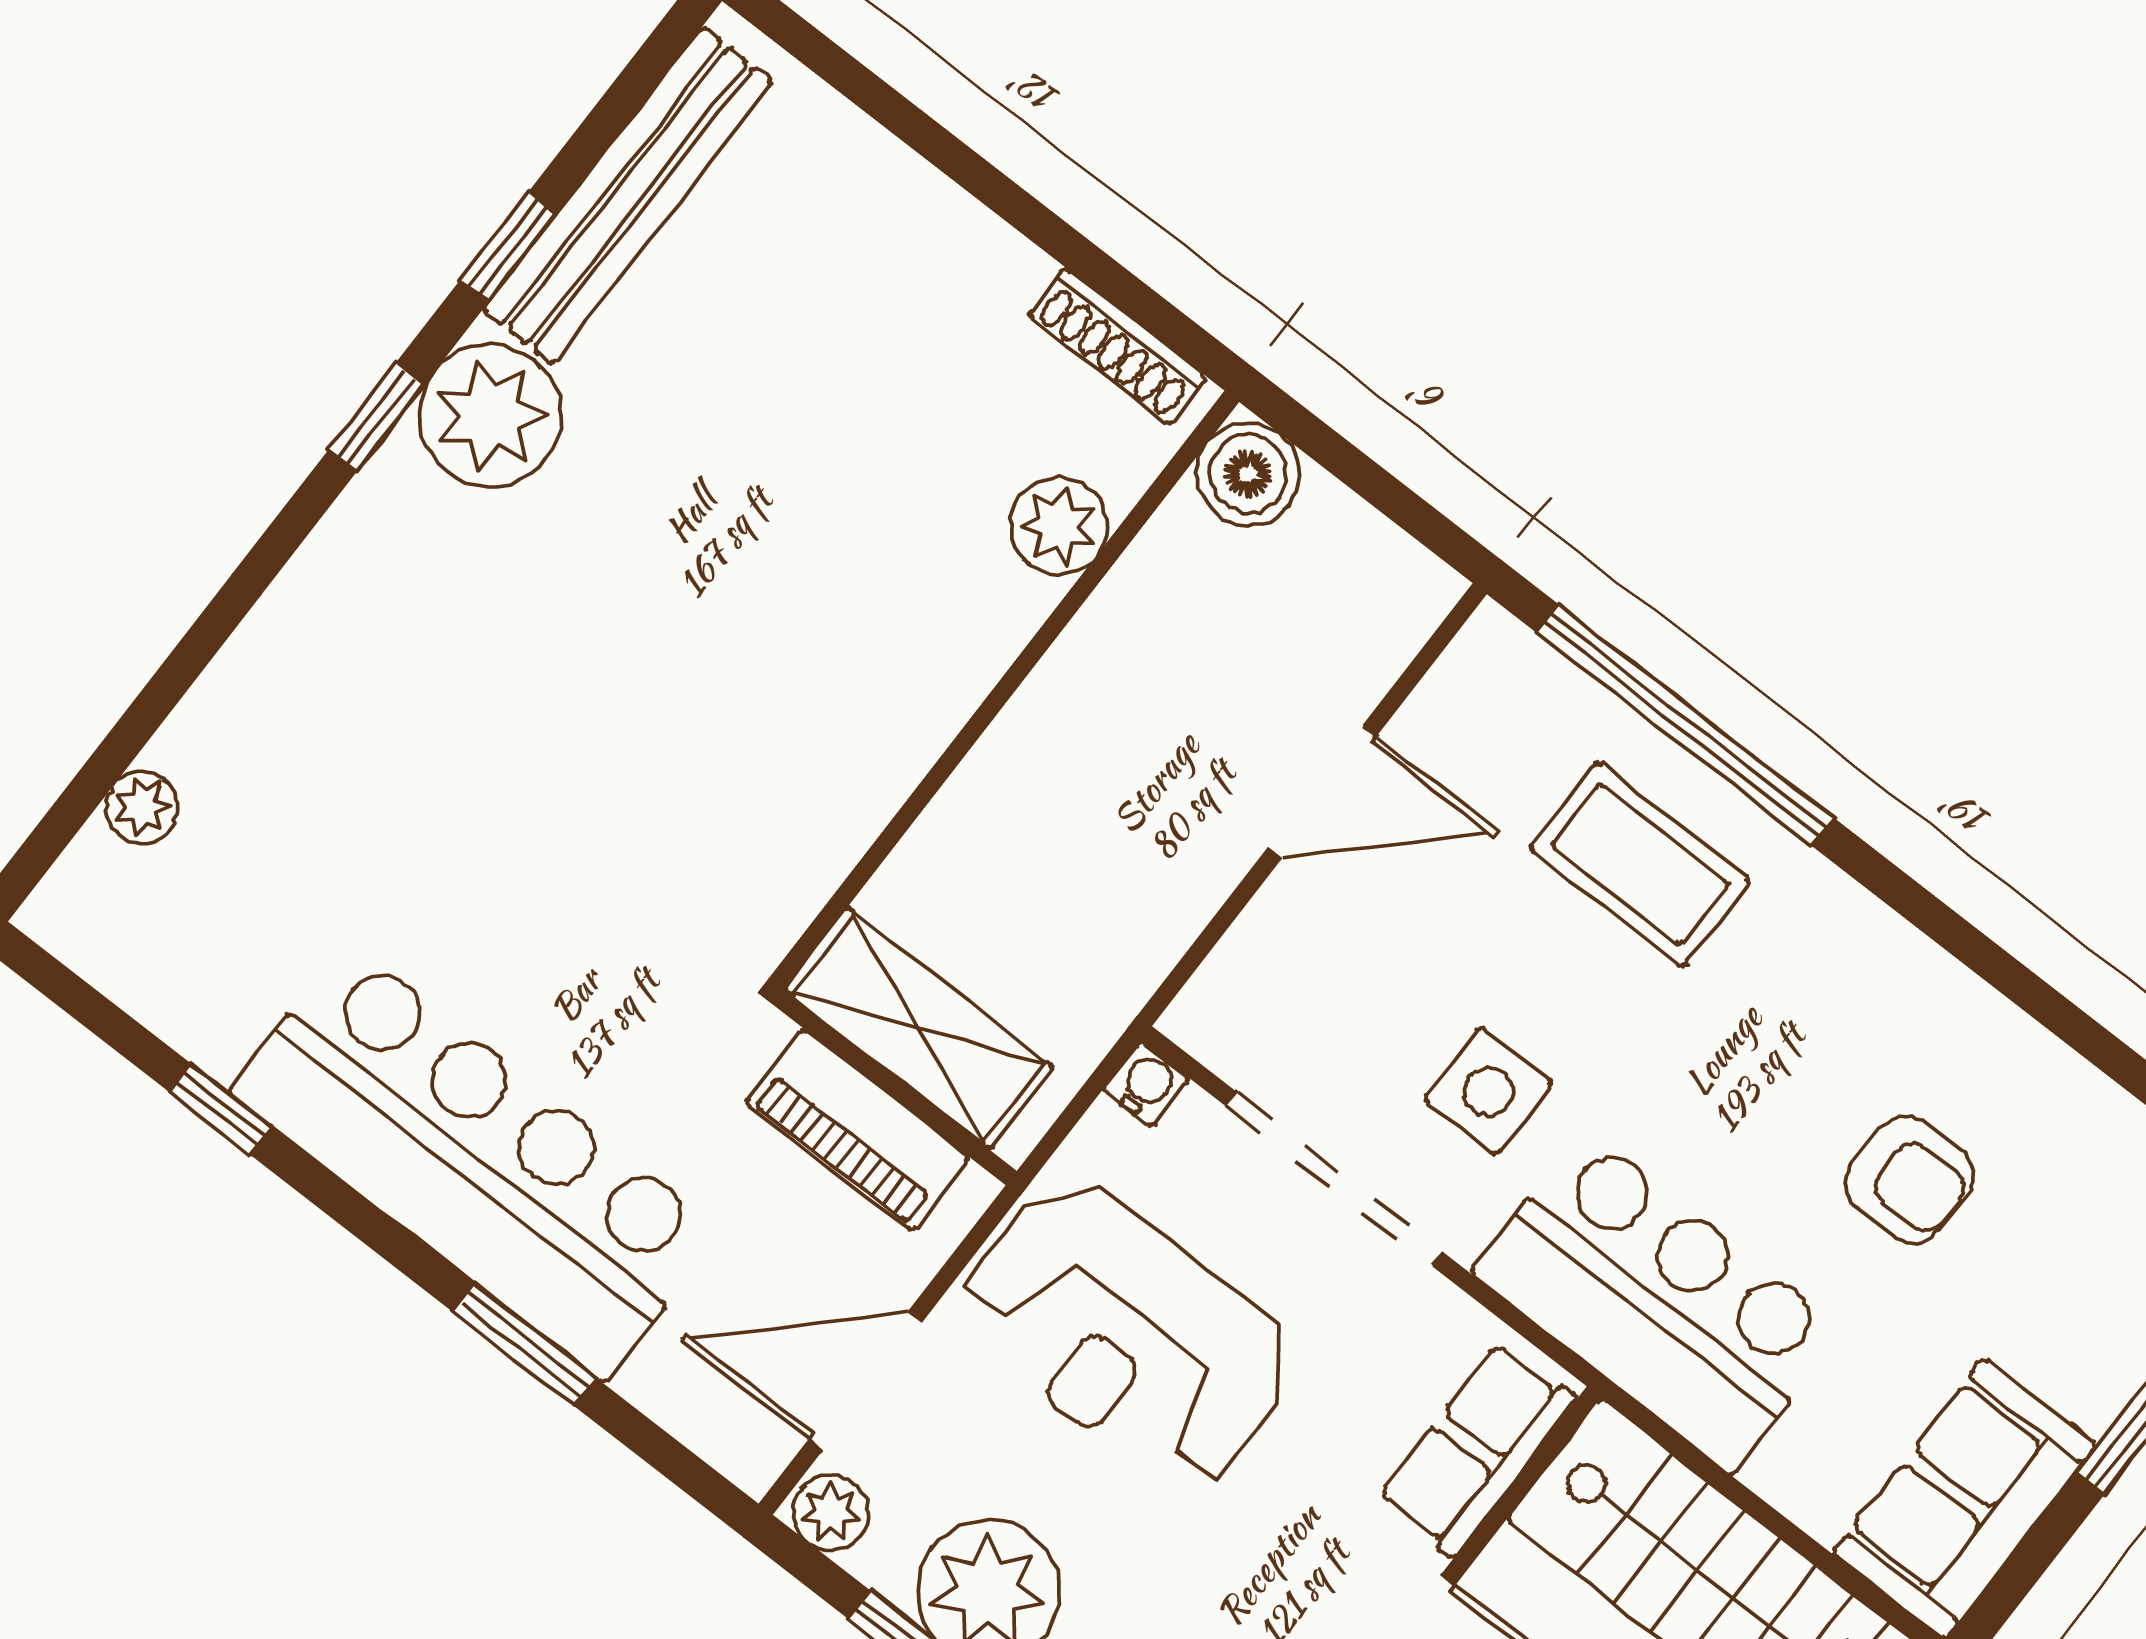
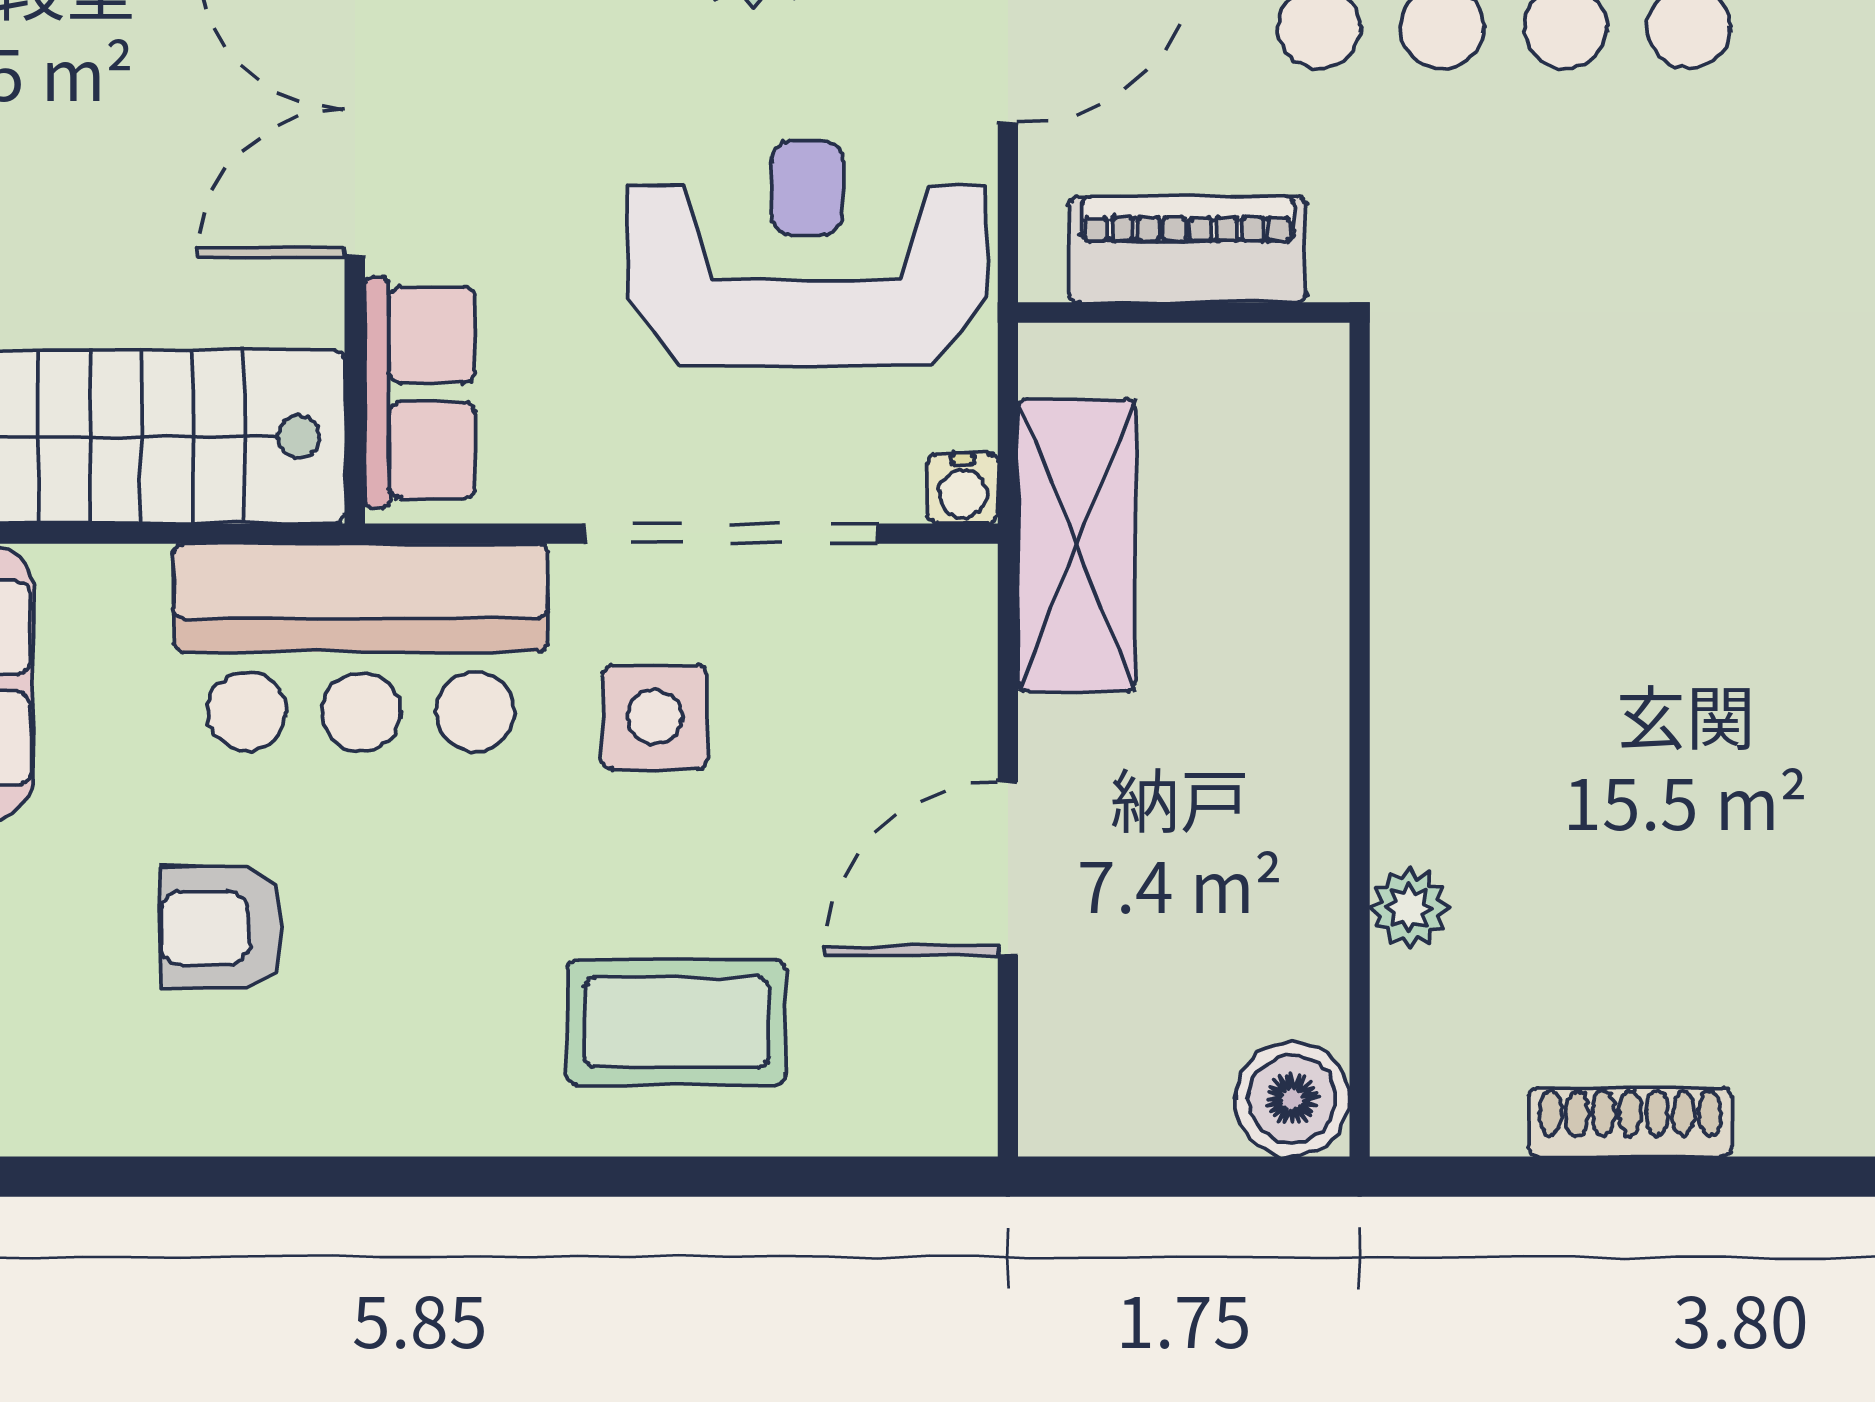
shoe rack: (1117, 346) -> (1630, 1122), moved
plant: (1059, 526) -> (1409, 908), width x0.73, depth x0.73
window: (1685, 725) -> (732, 1177), removed
shelving: (918, 1028) -> (1077, 545), moved, turned 90

